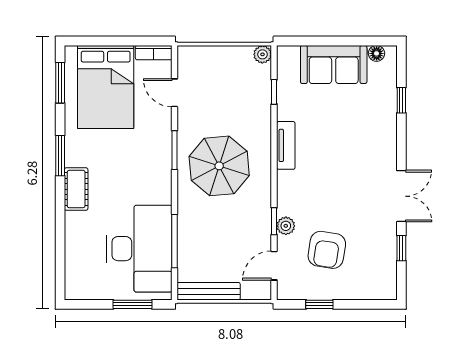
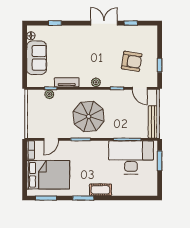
plant: (262, 54) -> (49, 94), moved
tv unit: (286, 145) -> (67, 82), moved
plant: (286, 226) -> (96, 82), moved

